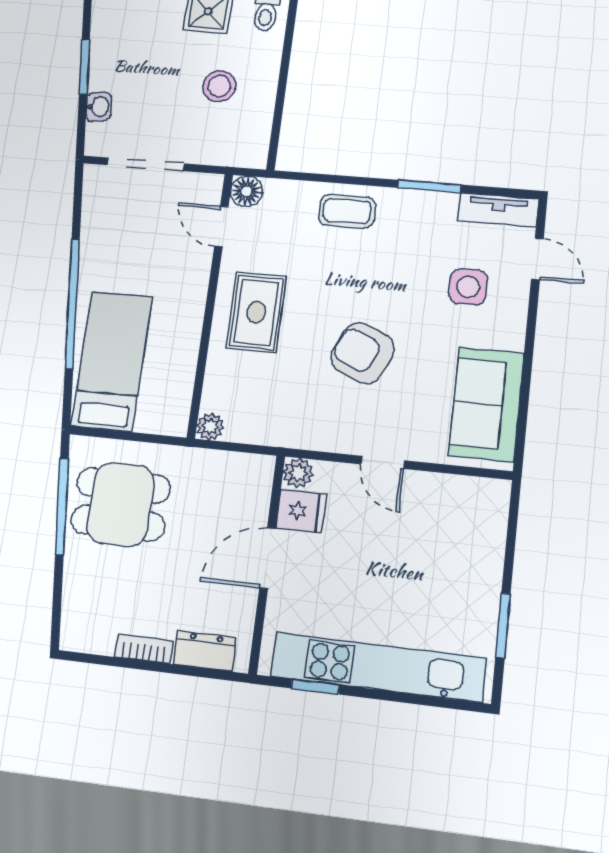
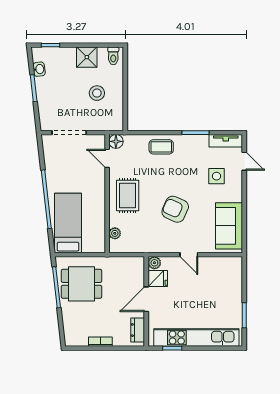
washbasin: (99, 107) -> (39, 69), moved
plant: (210, 426) -> (115, 233), moved
dresser: (205, 651) -> (138, 330), moved, turned -90

